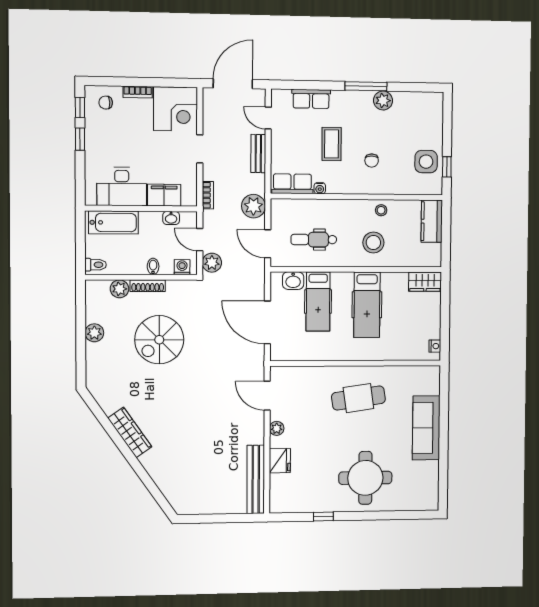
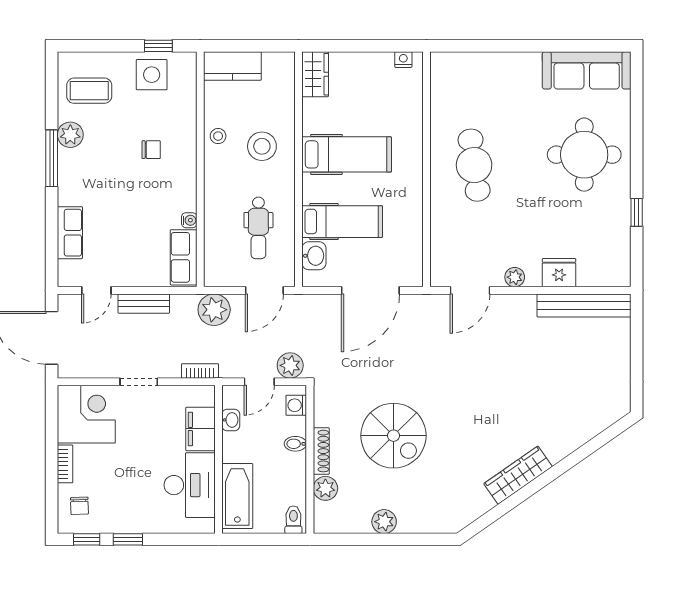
coffee table: (332, 144) -> (89, 91), moved
sofa: (426, 428) -> (587, 70), moved

